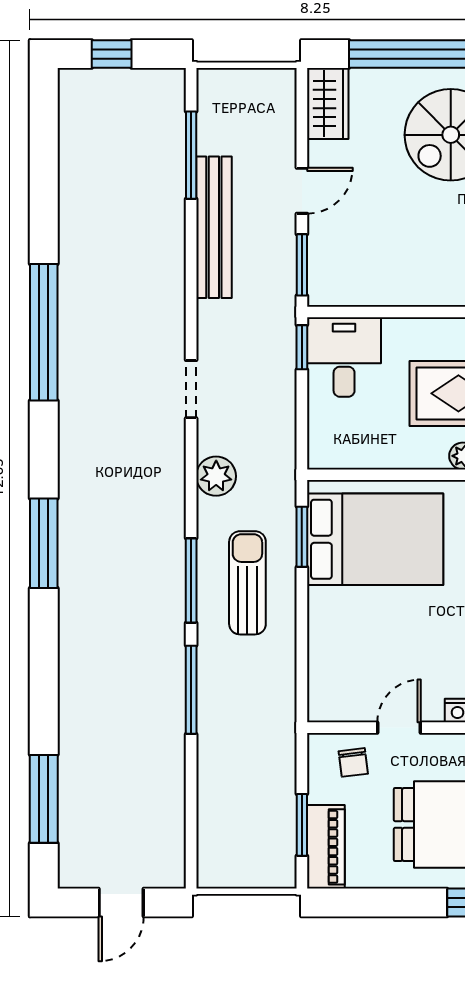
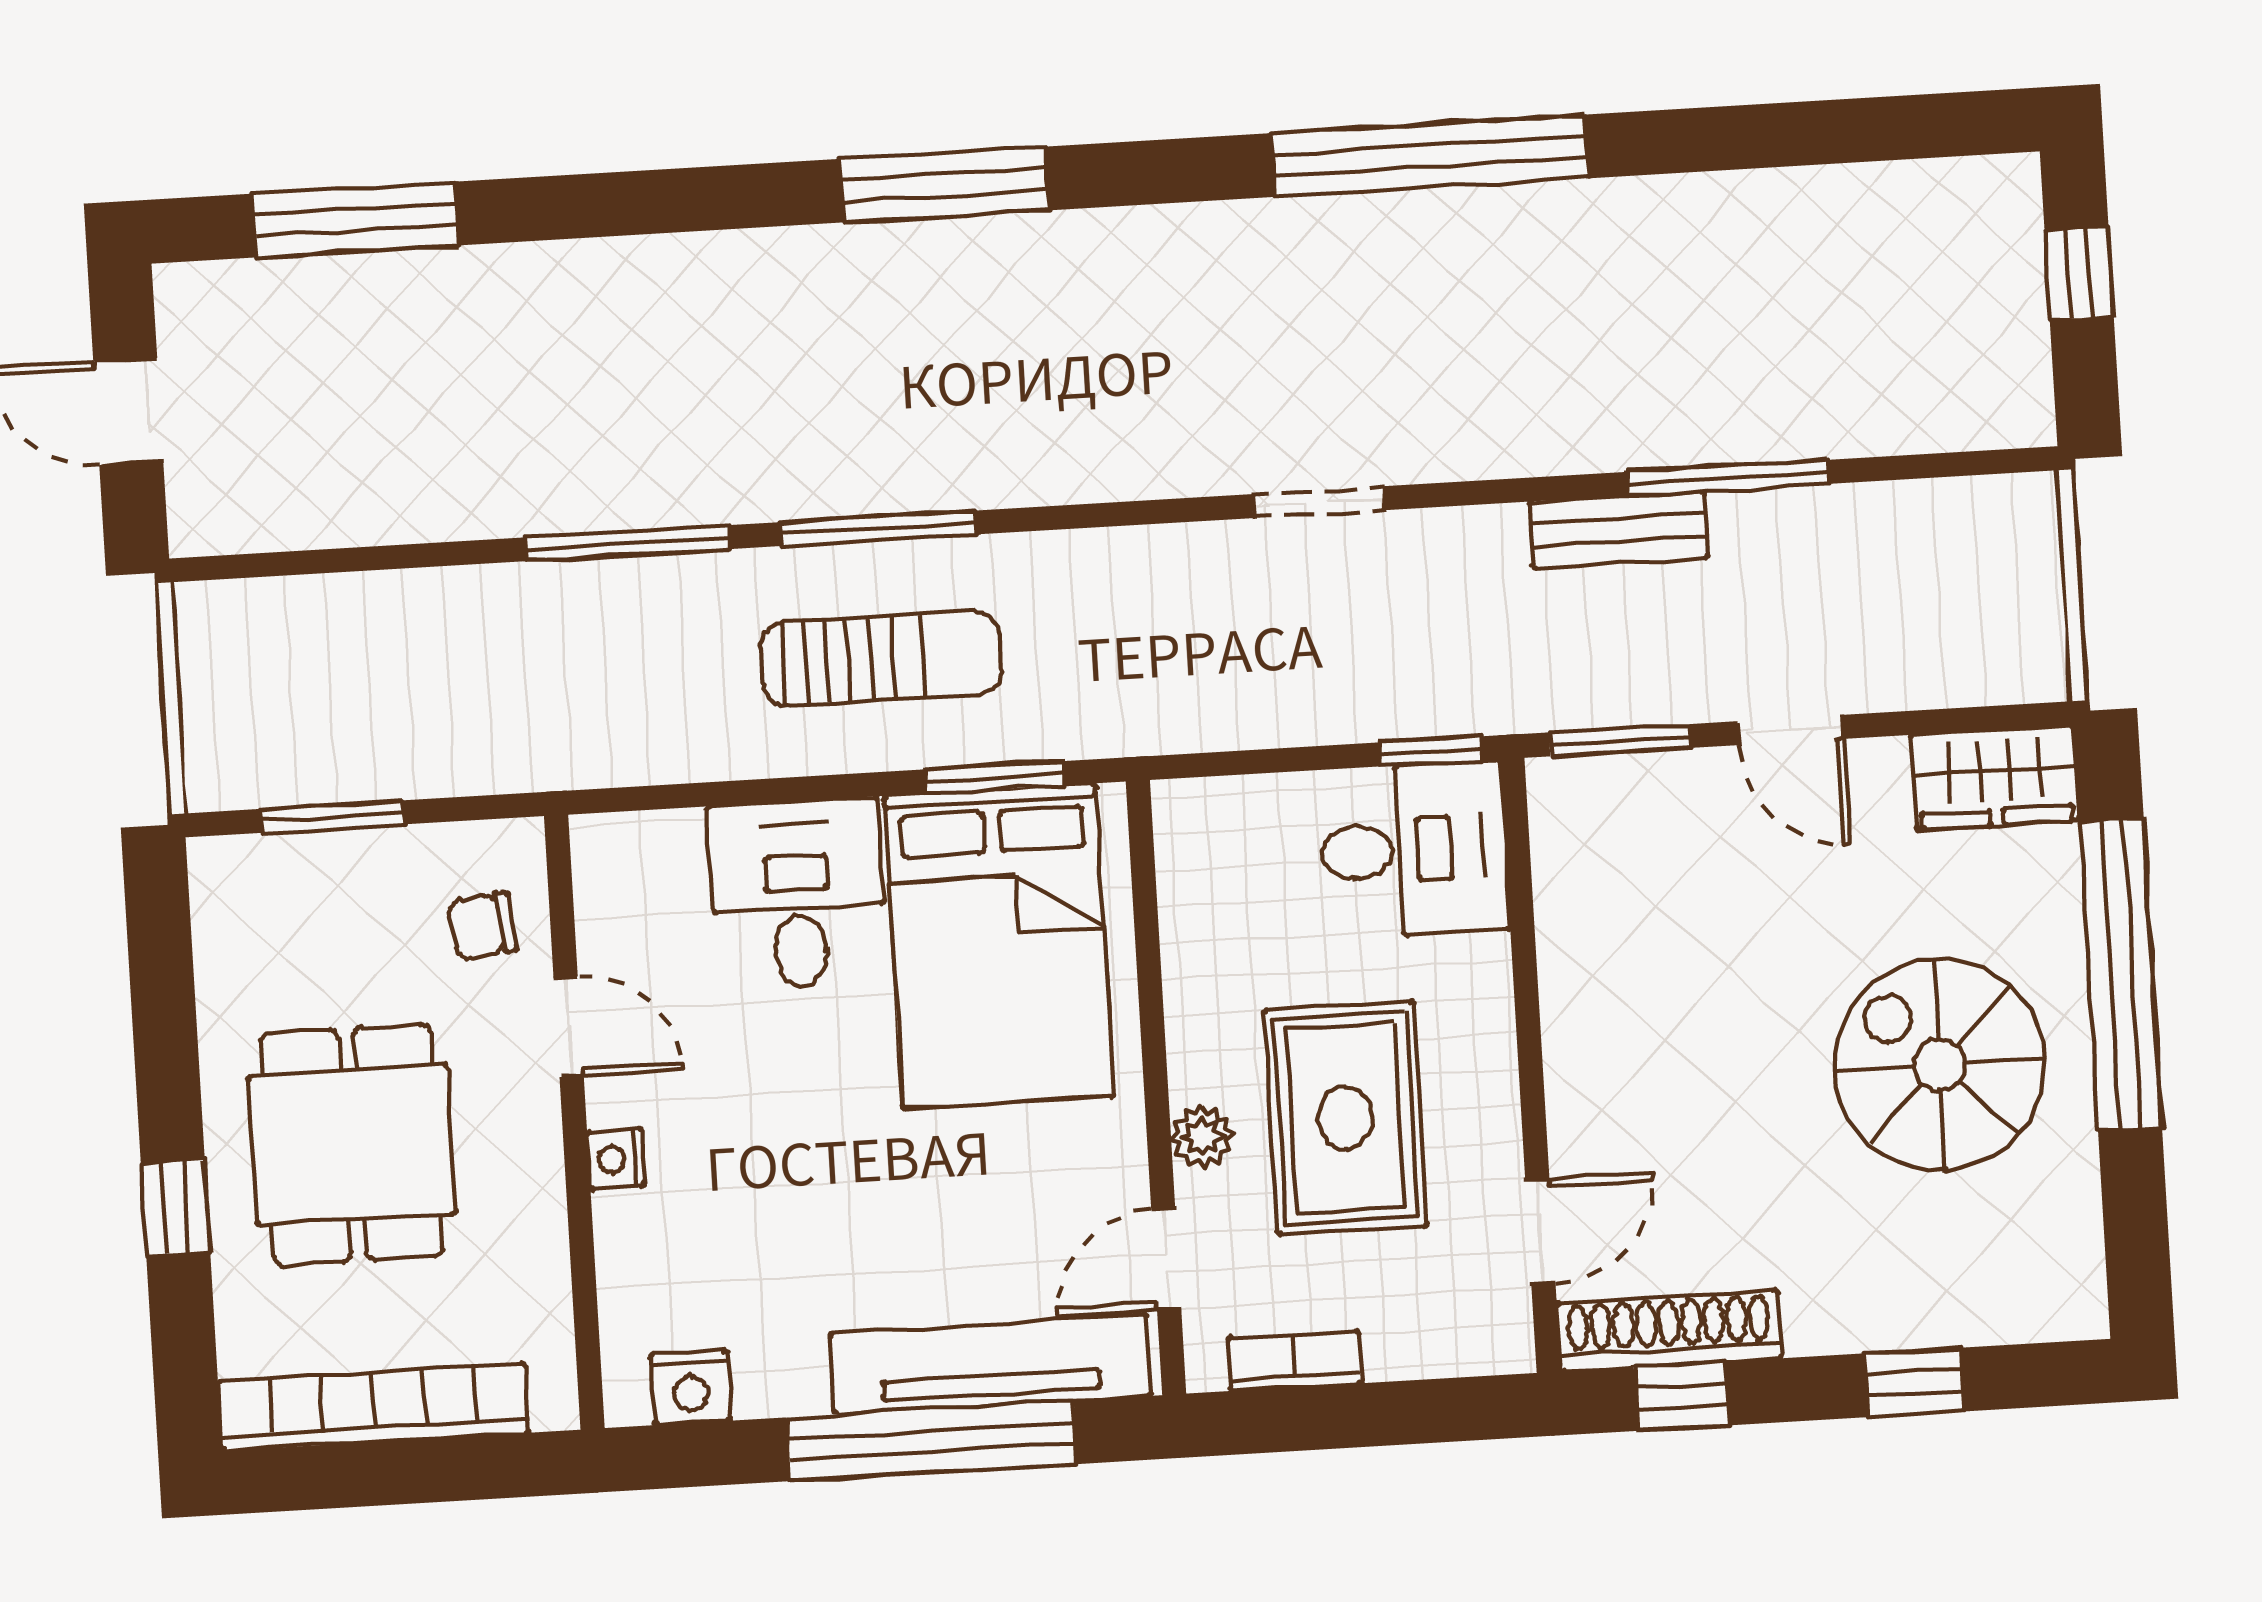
window: (191, 155) -> (1728, 478), moved
bench: (214, 227) -> (1619, 530), width x0.54, depth x0.82
plant: (216, 476) -> (1122, 571), removed
desk: (347, 625) -> (797, 894), added
piano: (326, 847) -> (284, 875), removed

